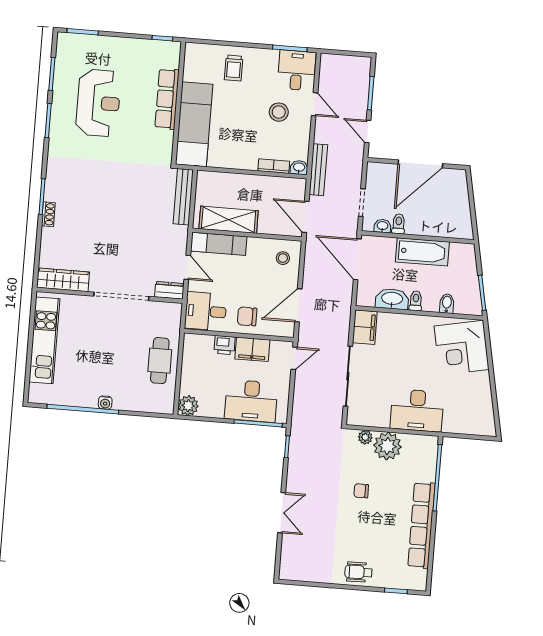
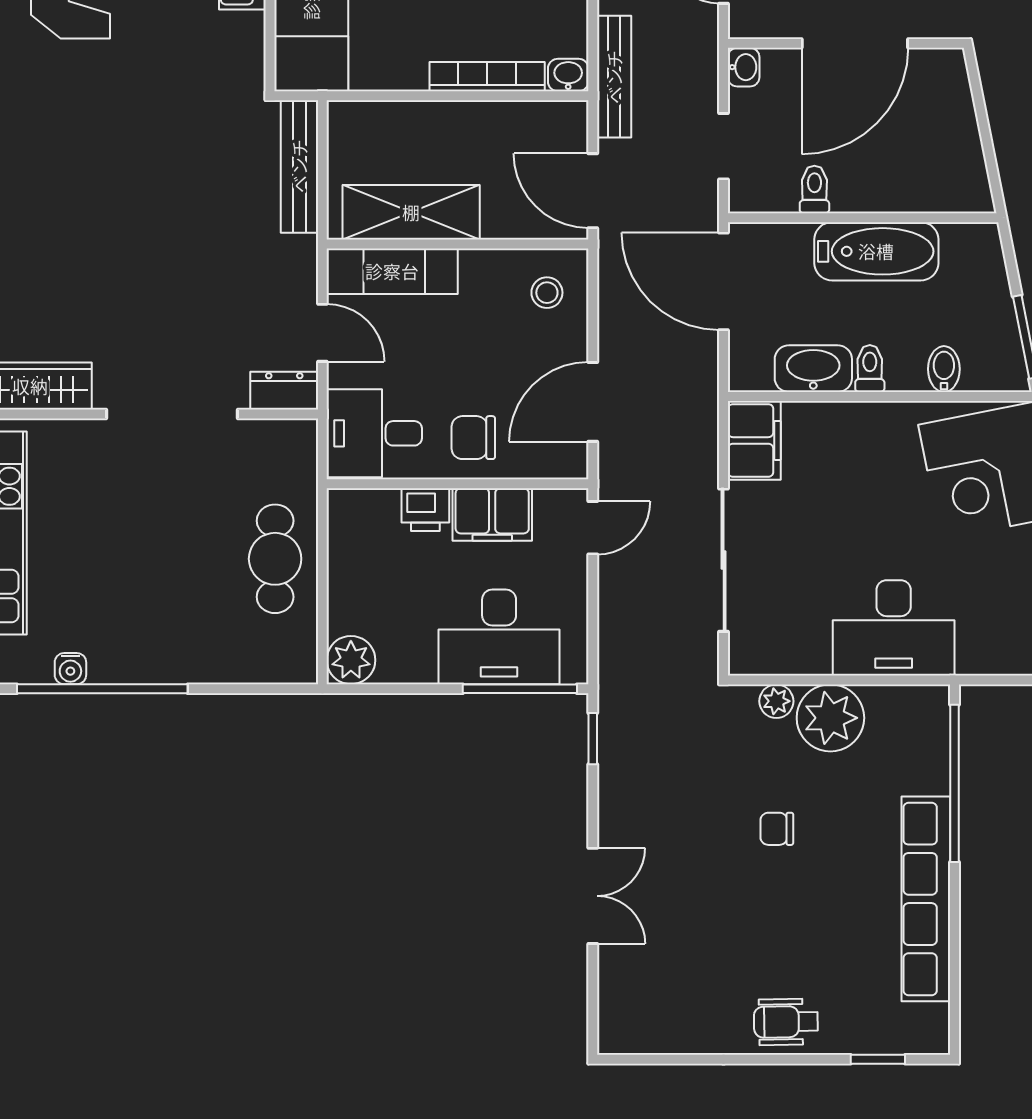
bookcase: (274, 166) -> (487, 77), width x1.56
washbasin: (383, 226) -> (744, 67), moved, turned 90
water cooler: (105, 403) -> (70, 669), moved

